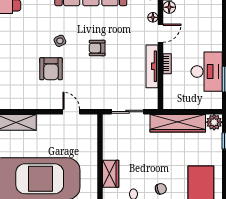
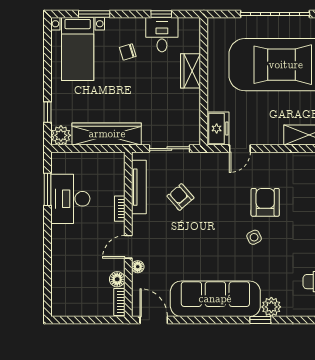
armchair: (97, 48) -> (180, 197), moved, turned -131
tv unit: (152, 66) -> (139, 187), moved
door: (71, 112) -> (240, 149), hinge flipped
freezer: (89, 128) -> (218, 128), added

